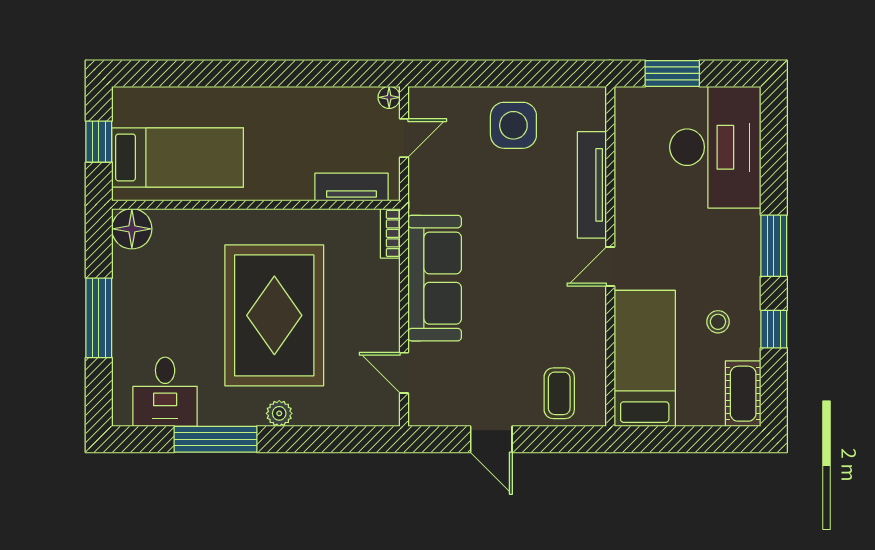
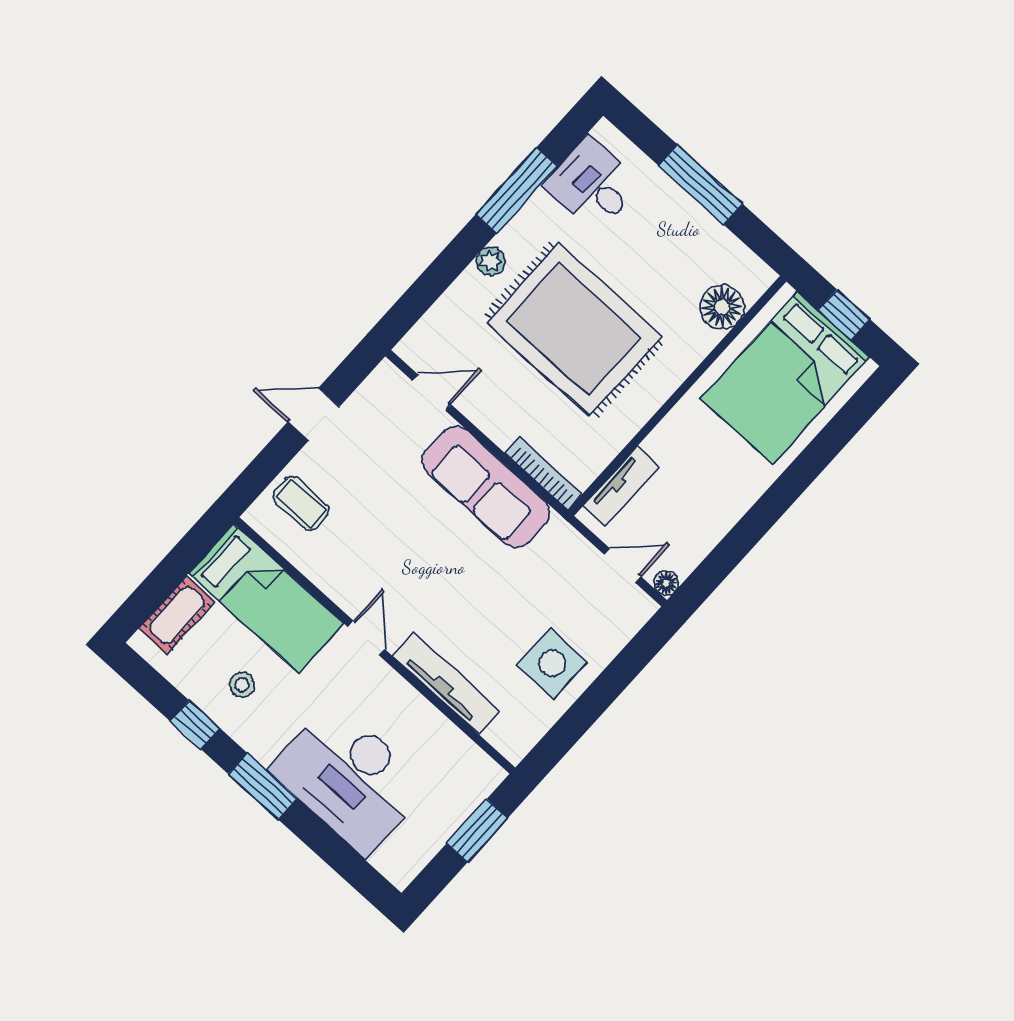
door: (404, 138) -> (622, 565), swing flipped
desk: (715, 147) -> (349, 778), moved
bed: (178, 157) -> (785, 378), width x1.50
floor lamp: (132, 229) -> (722, 307), moved
bookcase: (390, 233) -> (544, 474), width x1.56
cot: (743, 394) -> (177, 615), moved, turned 90

